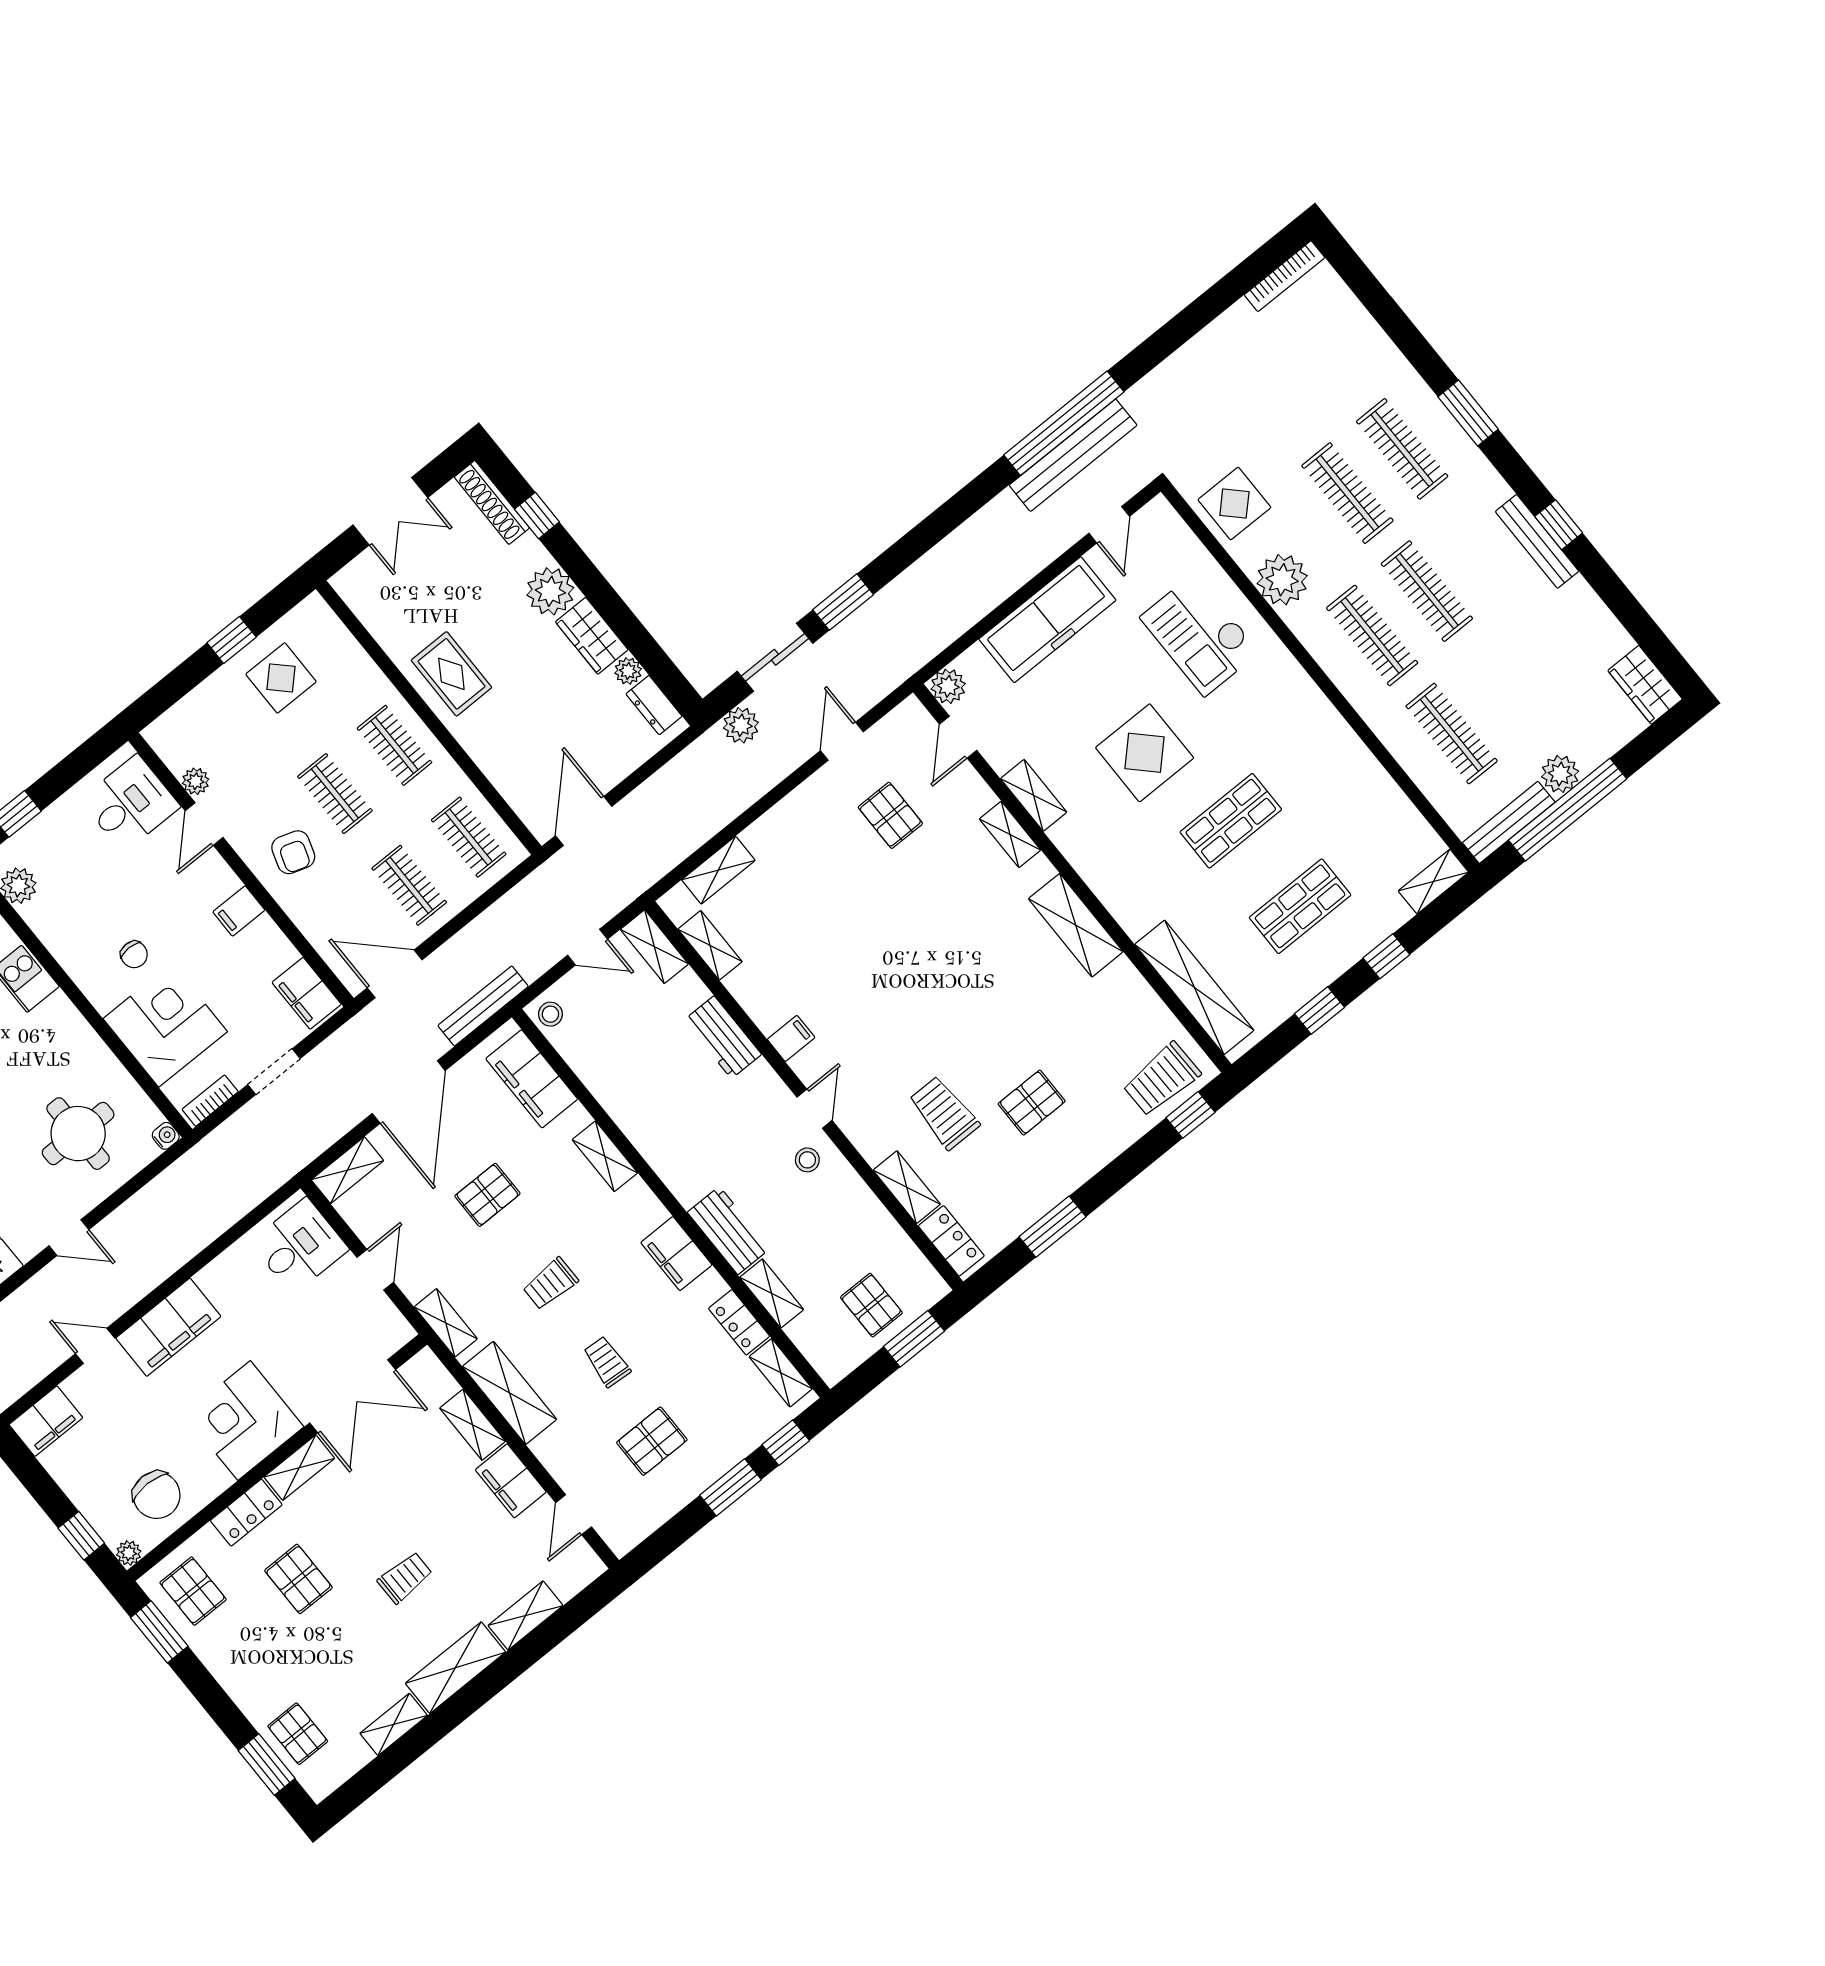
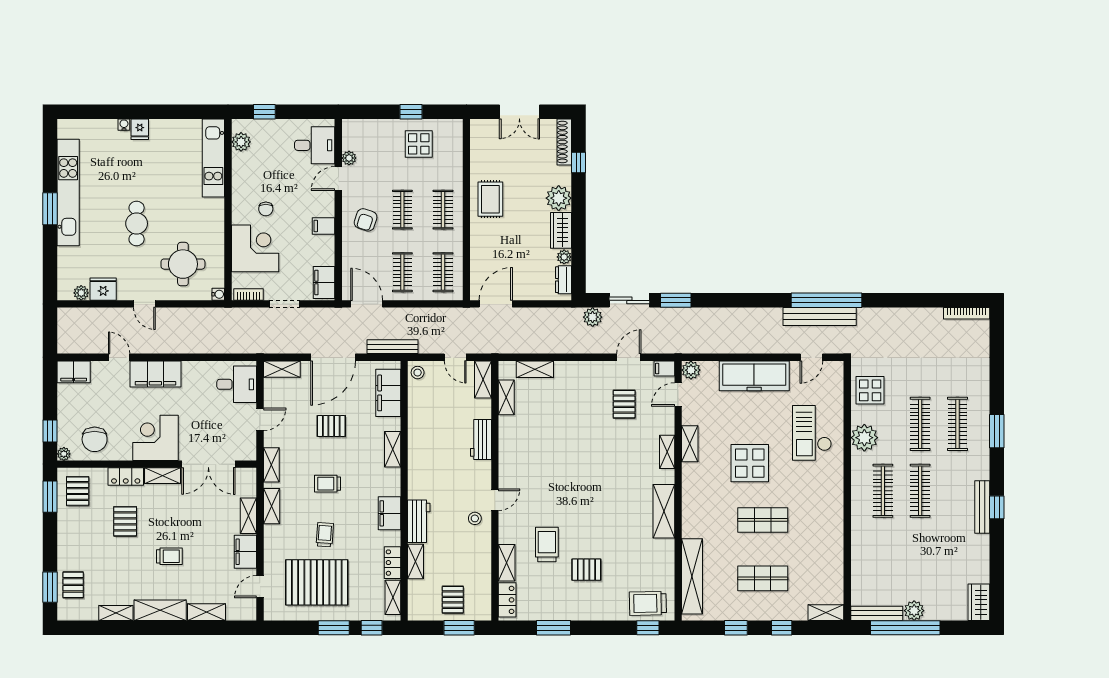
clothes rail: (1452, 734) -> (883, 558), removed
filing cabinet: (791, 1038) -> (664, 369), moved, turned 180
shelving: (510, 1393) -> (272, 506), width x0.67, depth x0.75
pallet: (652, 1441) -> (317, 582), width x2.05, depth x2.00

